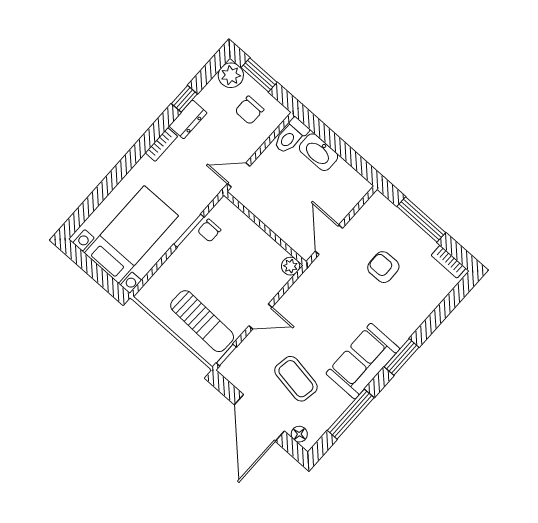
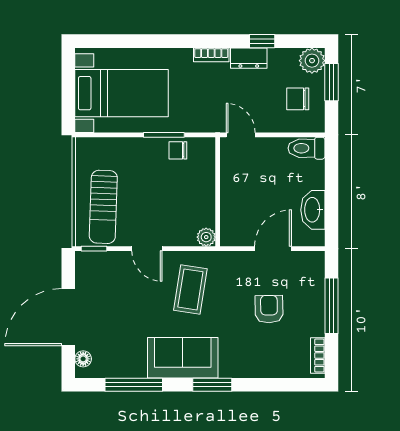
washbasin: (318, 152) -> (313, 210), moved
door: (329, 240) -> (273, 249), moved
coffee table: (296, 379) -> (190, 289), moved

